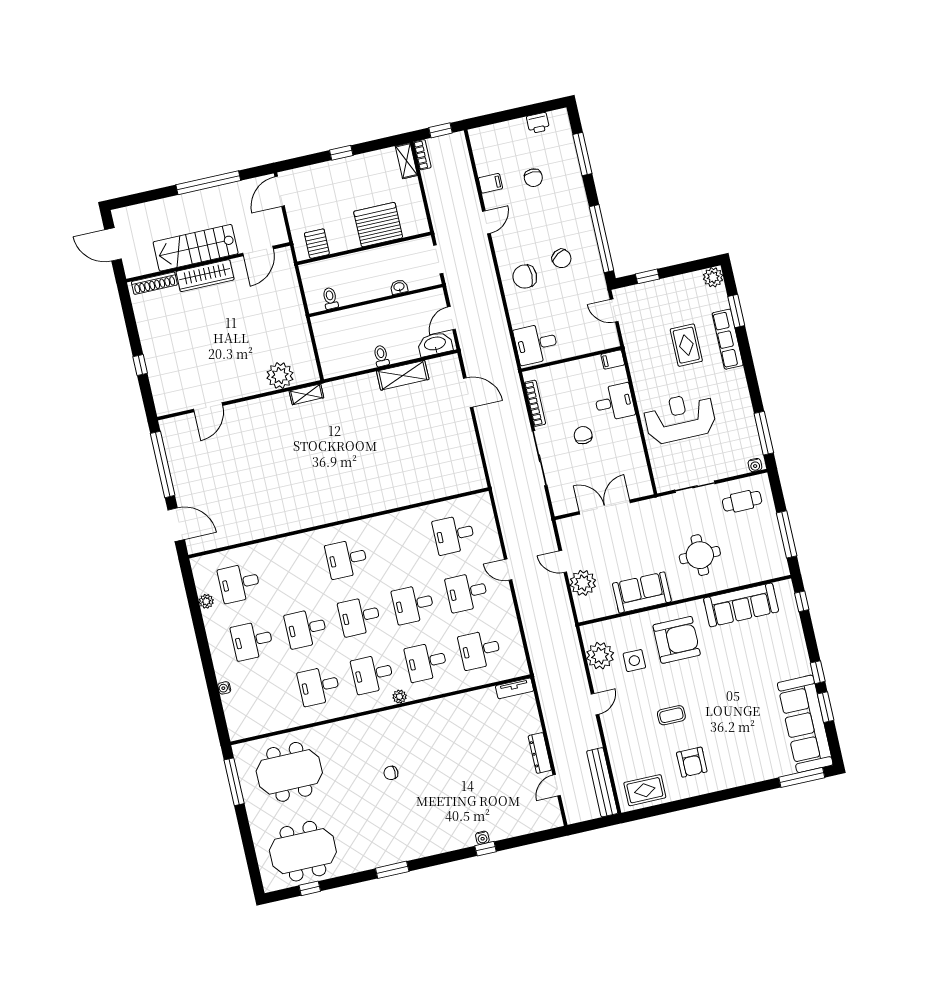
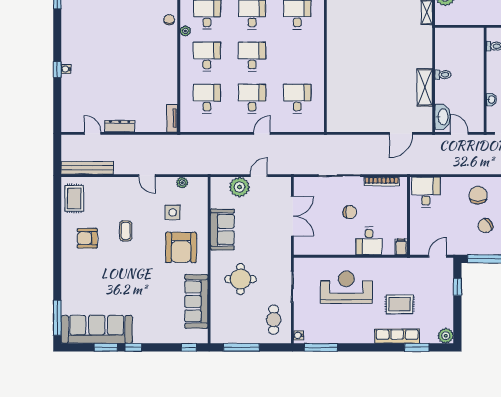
reception desk: (680, 418) -> (346, 287), turned -90
plant: (600, 656) -> (182, 183), width x0.53, depth x0.53
chair: (391, 773) -> (169, 20), moved

